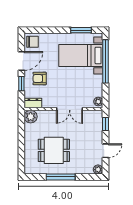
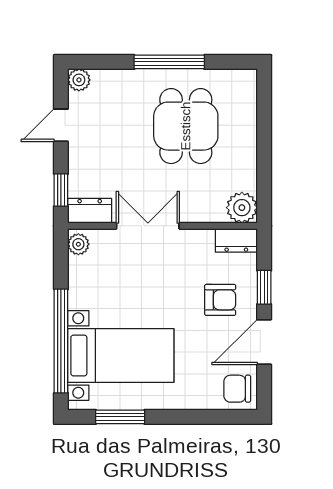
dresser: (94, 115) -> (90, 211), added
dining table: (54, 150) -> (186, 126), turned 90

